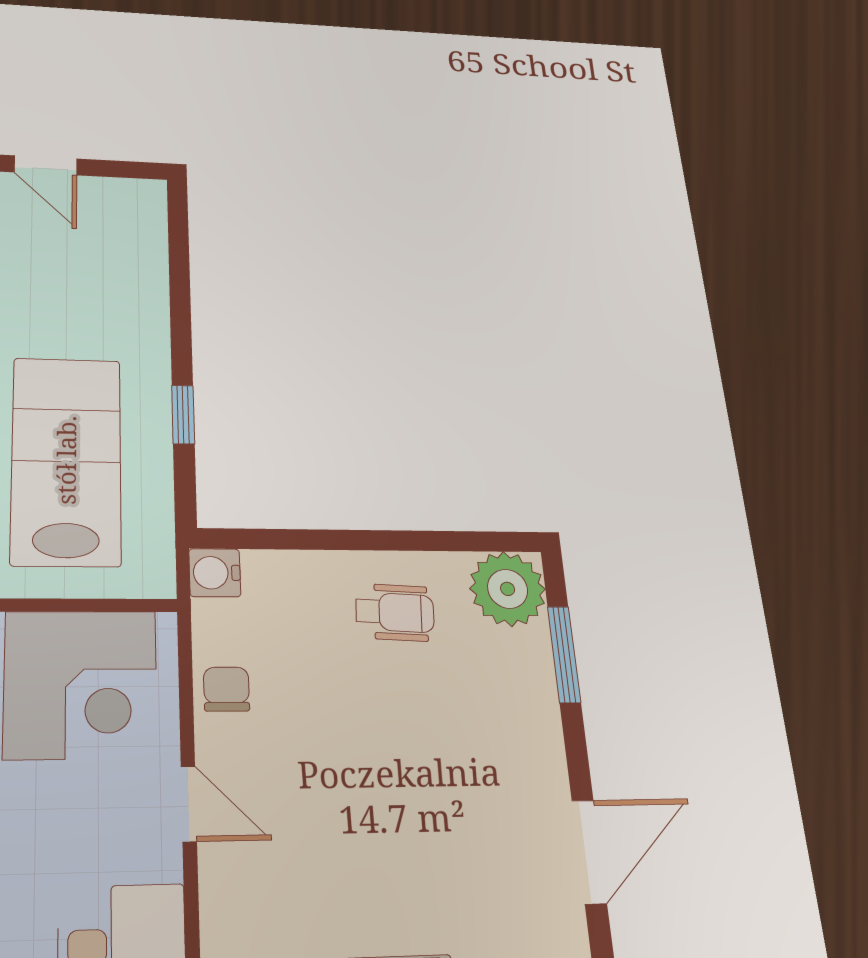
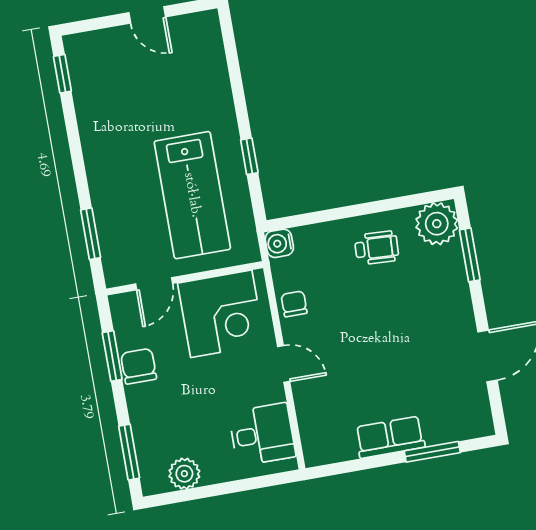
lab bench: (66, 460) -> (192, 195), turned 180

